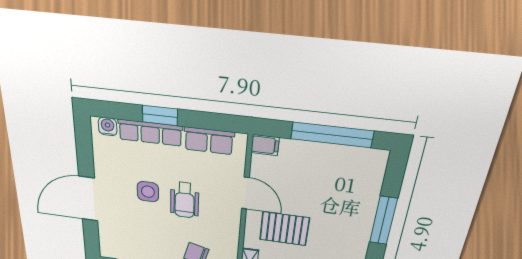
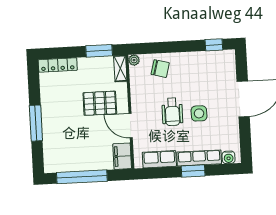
filing cabinet: (265, 145) -> (122, 156), width x2.00
wheelchair: (185, 200) -> (172, 112), turned 180

